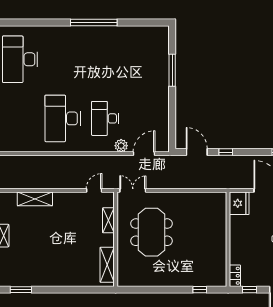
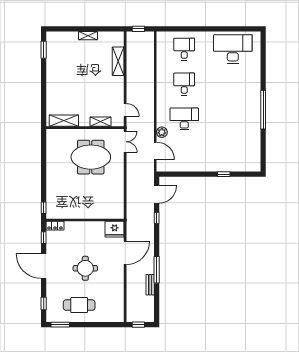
window: (172, 70) -> (224, 174), width x0.46
desk: (20, 118) -> (184, 49), added
desk: (63, 118) -> (184, 84), width x0.53, depth x0.77
window: (200, 290) -> (44, 208), moved

